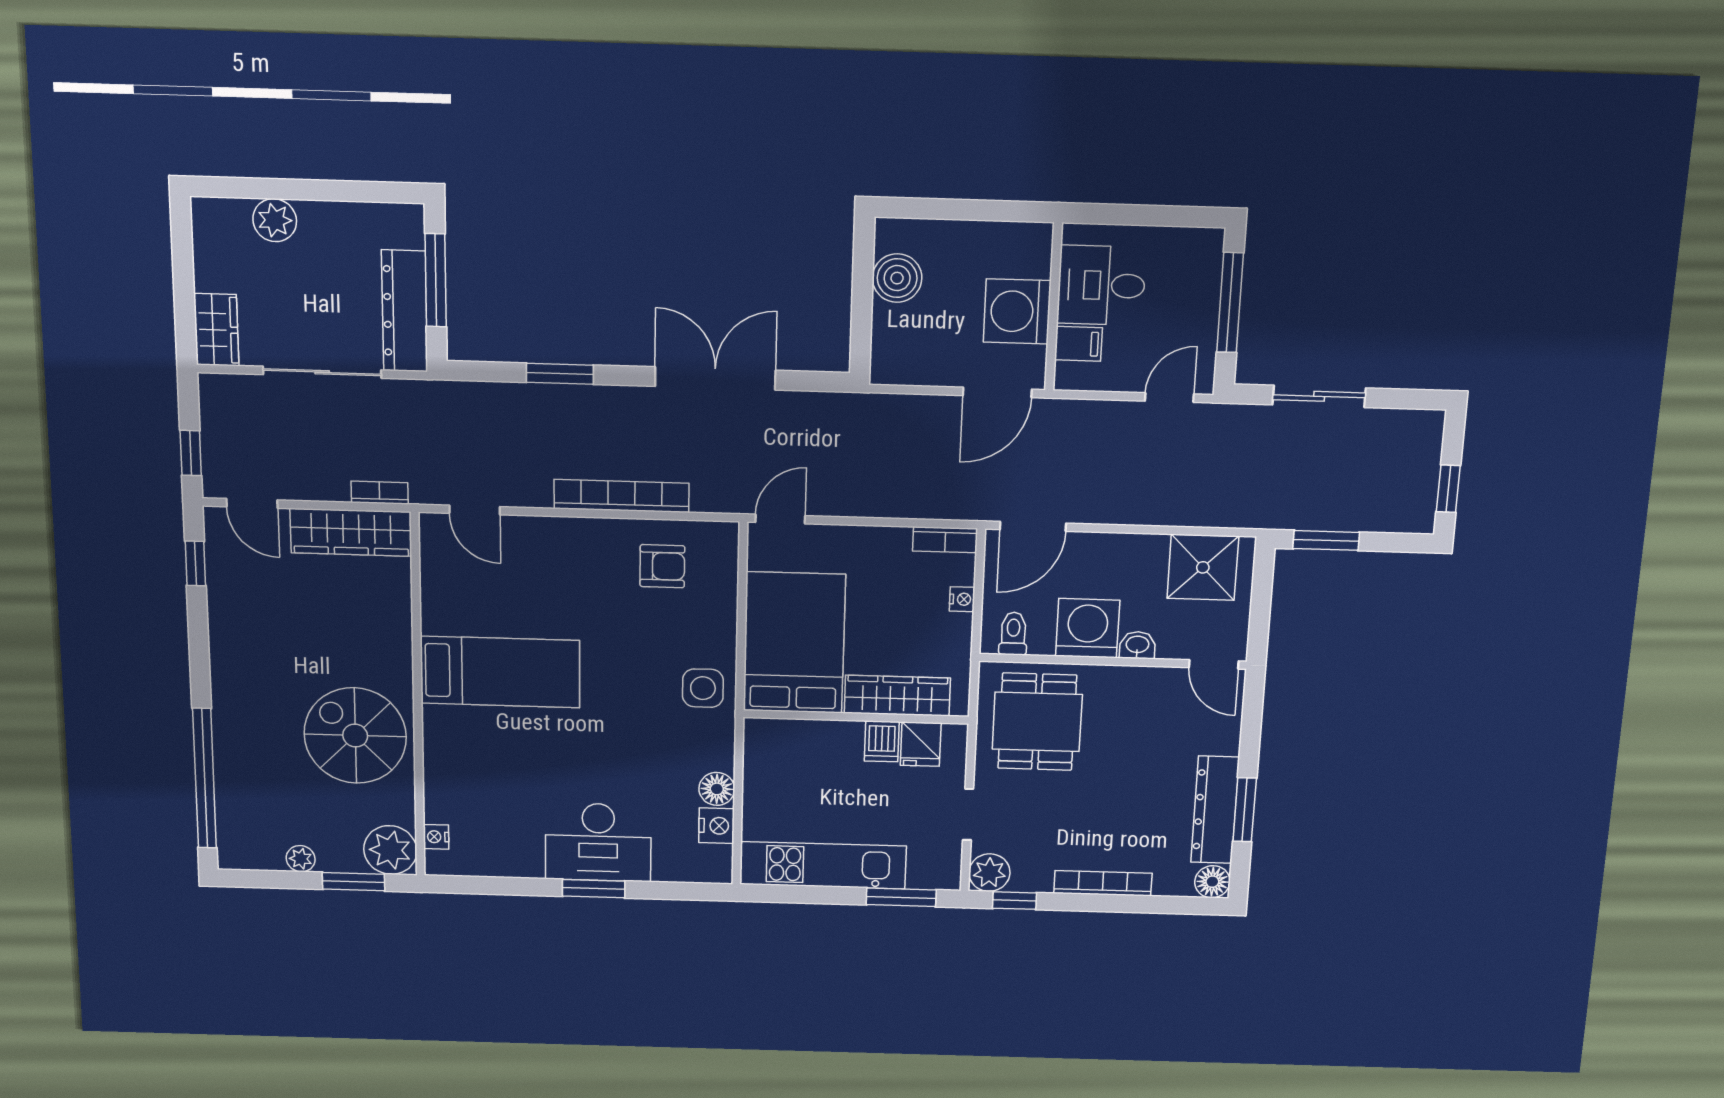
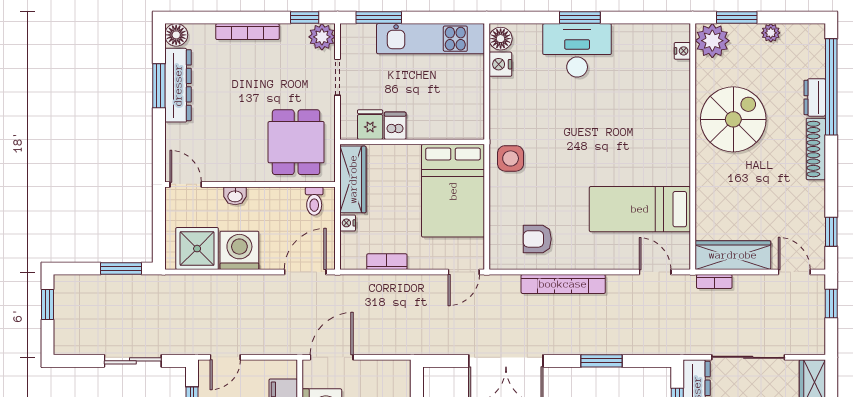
bookcase: (945, 540) -> (387, 262), moved
washing machine: (1088, 628) -> (239, 250), moved, turned 180
bed: (500, 672) -> (640, 209), moved
shoe rack: (225, 688) -> (816, 149), added
wardrobe: (897, 696) -> (353, 179), moved, turned -90
spiral stairs: (355, 736) -> (733, 119), turned -90
dresser: (229, 764) -> (815, 97), added
floor lamp: (717, 789) -> (501, 39), moved

